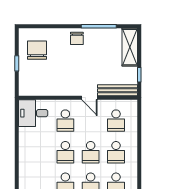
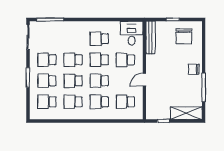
chair: (37, 50) -> (184, 36), turned 90
bench: (118, 90) -> (151, 37), moved
school desk: (40, 152) -> (99, 39), added

